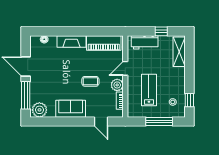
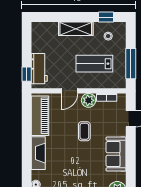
window: (161, 31) -> (27, 74), moved
shelving: (179, 52) -> (76, 29), moved
door: (125, 68) -> (69, 91), hinge flipped
window: (159, 122) -> (131, 64), moved

